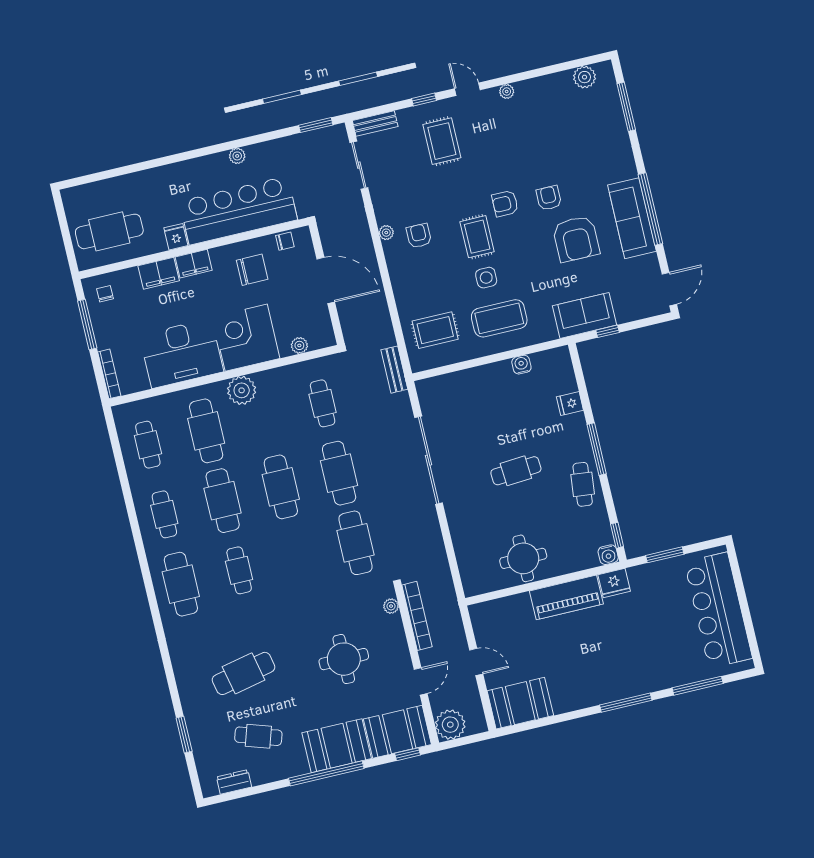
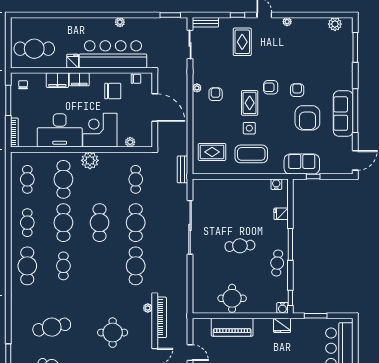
water cooler: (521, 365) -> (276, 184), moved
piano: (566, 597) -> (232, 327), moved

